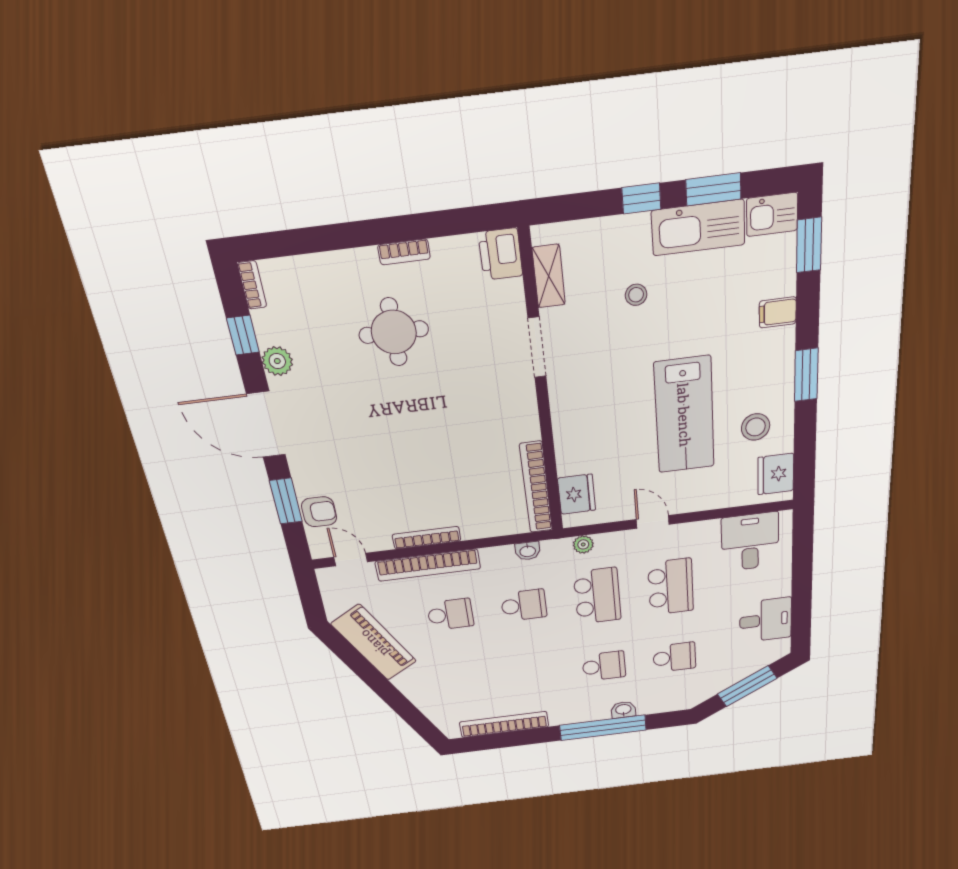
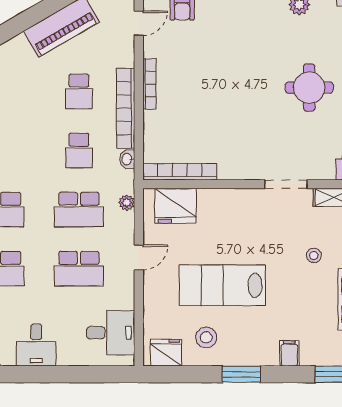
fridge: (577, 494) -> (176, 206), width x1.36, depth x1.34
bookcase: (428, 565) -> (126, 108), moved

